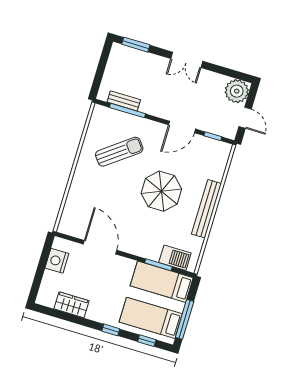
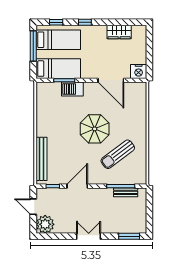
parasol: (161, 191) -> (95, 129), moved
bench: (206, 209) -> (42, 159), moved
barbecue: (175, 258) -> (72, 89), moved
nightstand: (57, 261) -> (139, 71), moved, turned 90

